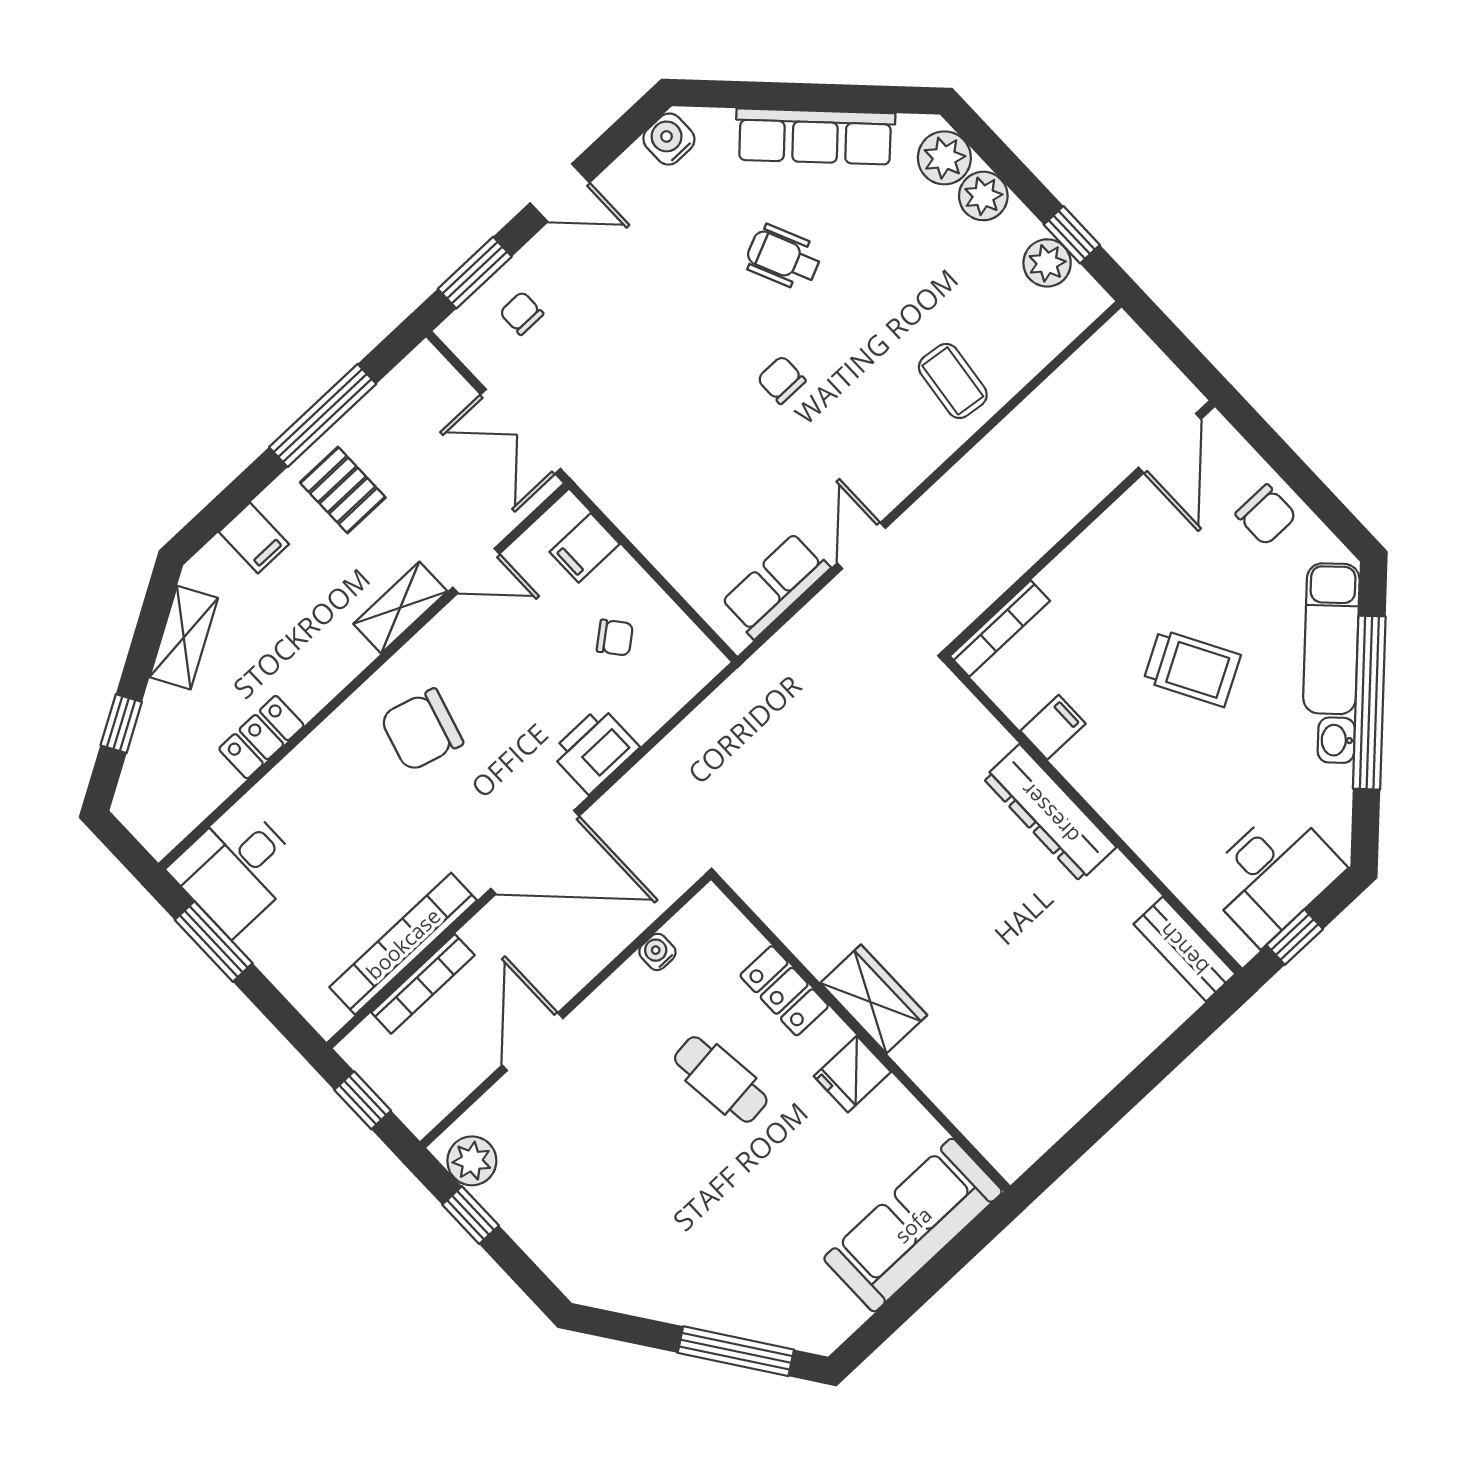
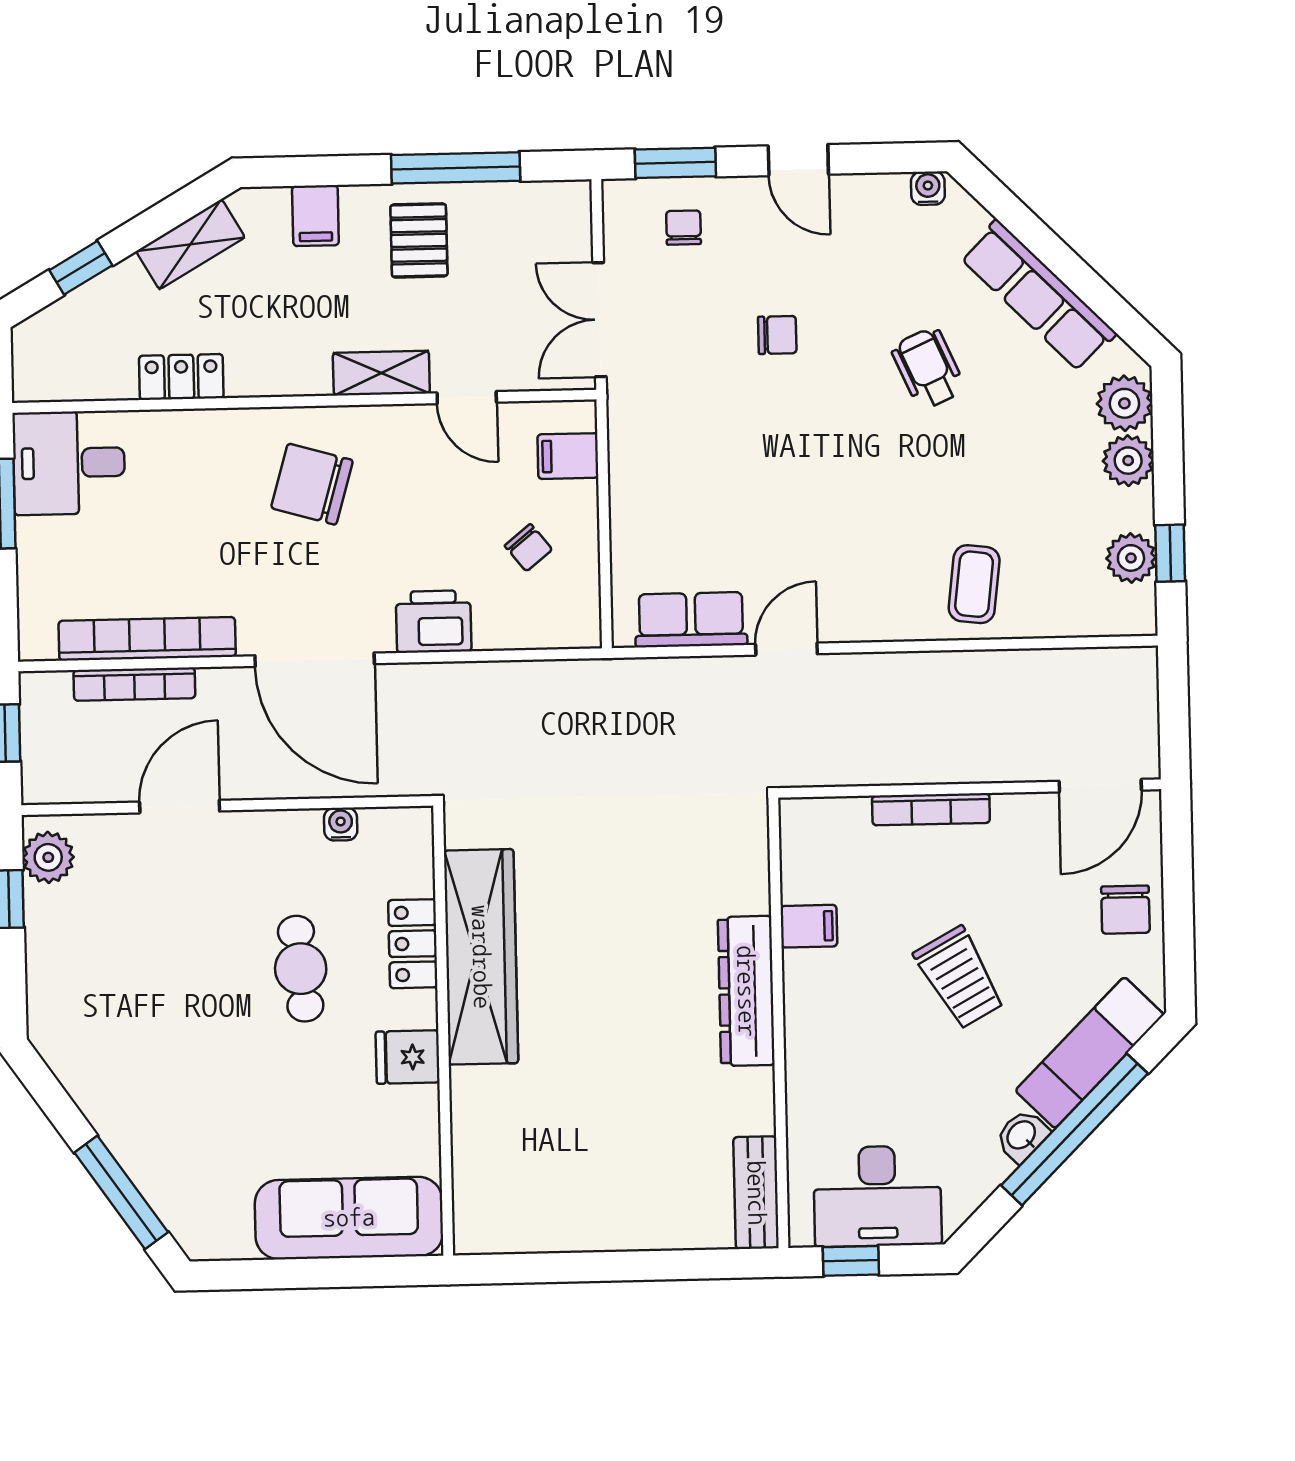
water cooler: (669, 139) -> (928, 188), width x0.72, depth x0.72
chair: (781, 380) -> (777, 335), moved, turned 90
bookcase: (1000, 628) -> (931, 809), moved
wardrobe: (874, 999) -> (481, 957), width x2.10, depth x1.17

